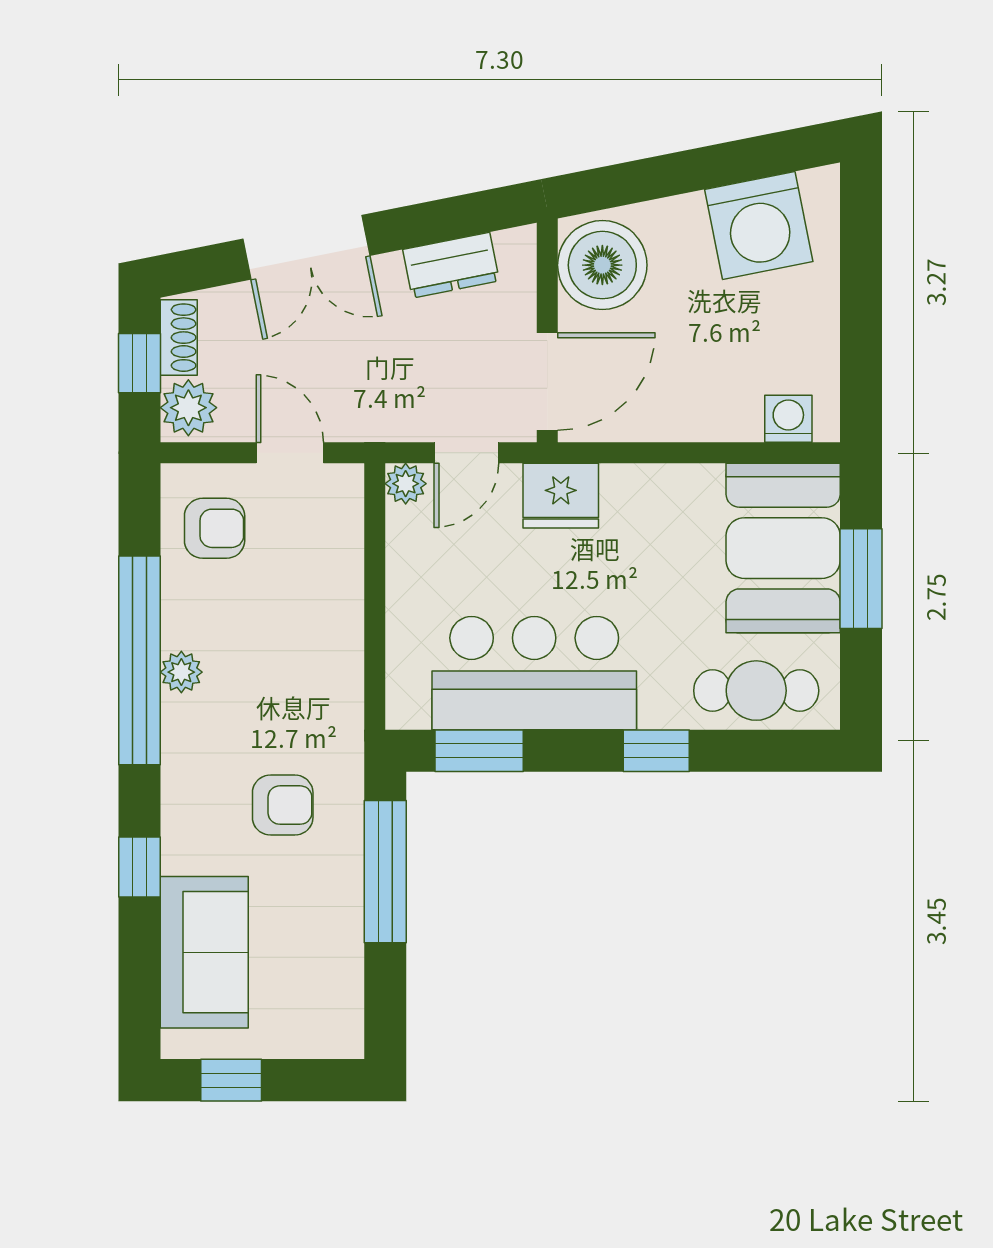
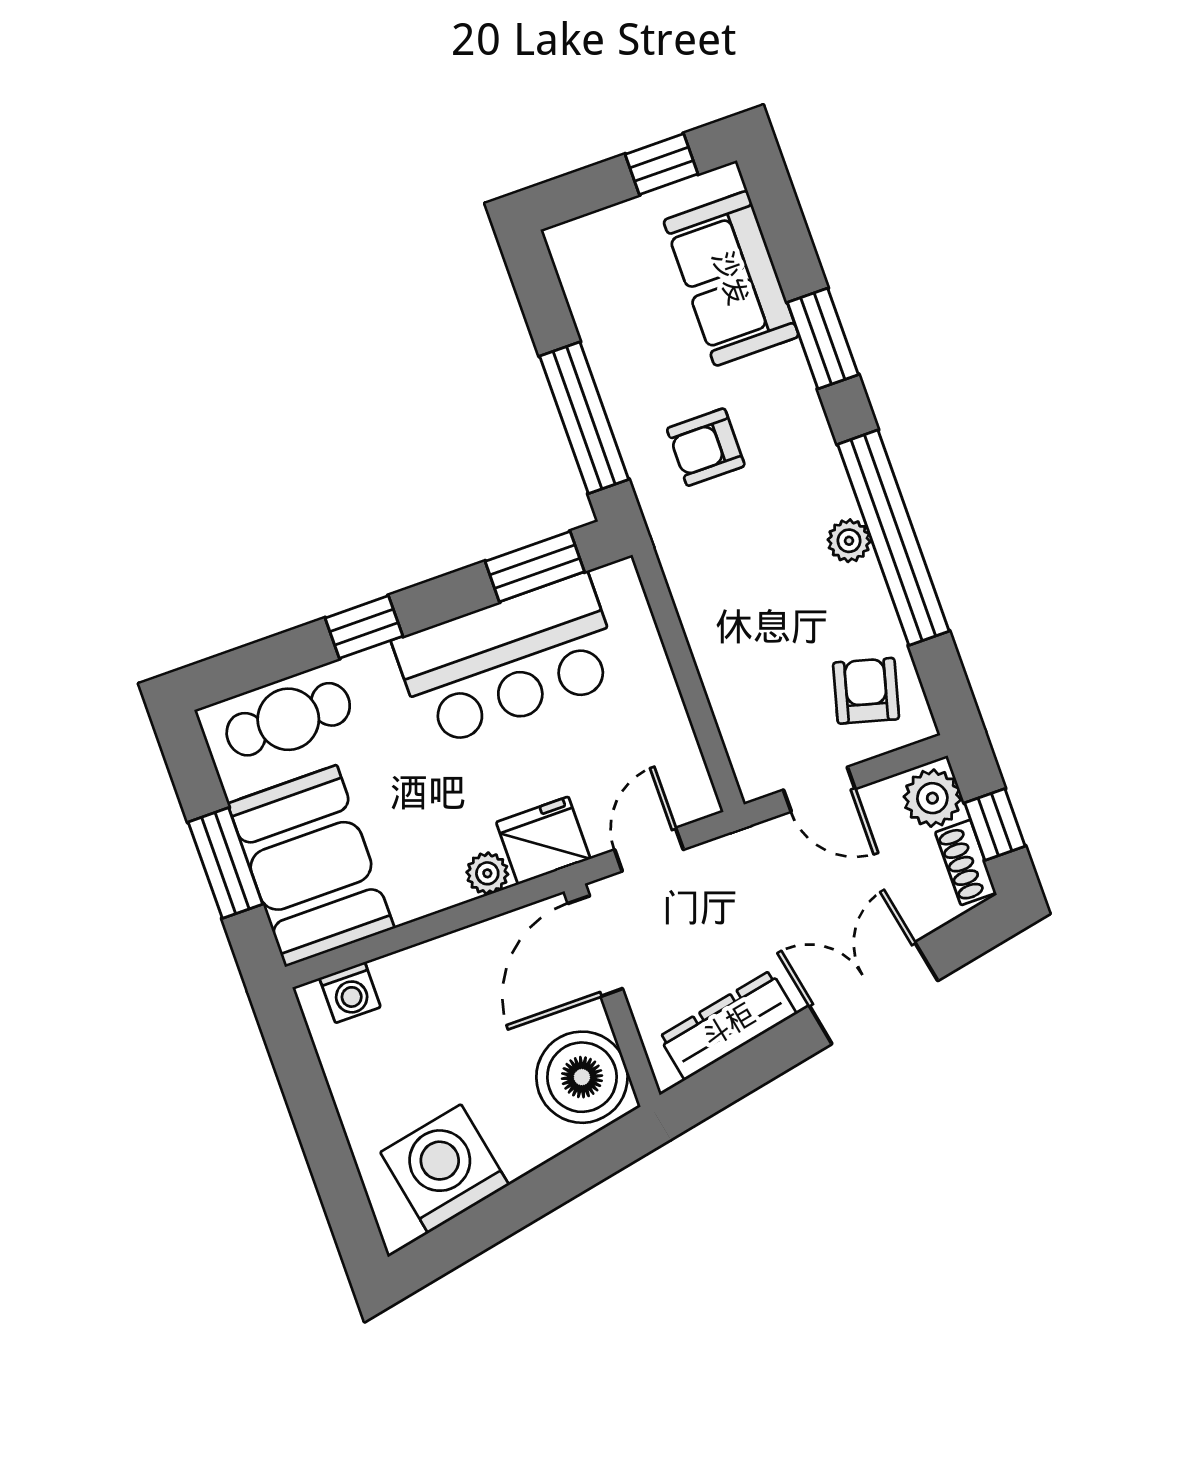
dresser: (451, 265) -> (728, 1025), width x1.44
plant: (406, 484) -> (487, 873), moved
armchair: (215, 528) -> (866, 691), turned 105
window: (139, 867) -> (823, 338), width x1.50

